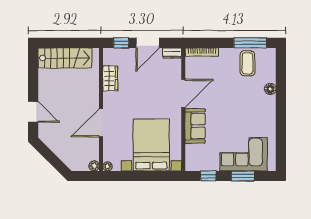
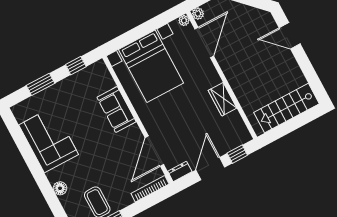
wardrobe: (110, 78) -> (222, 99), moved
door: (183, 93) -> (154, 151), moved
door: (101, 123) -> (204, 43), moved
corner sofa: (243, 154) -> (49, 140), moved, turned -90

